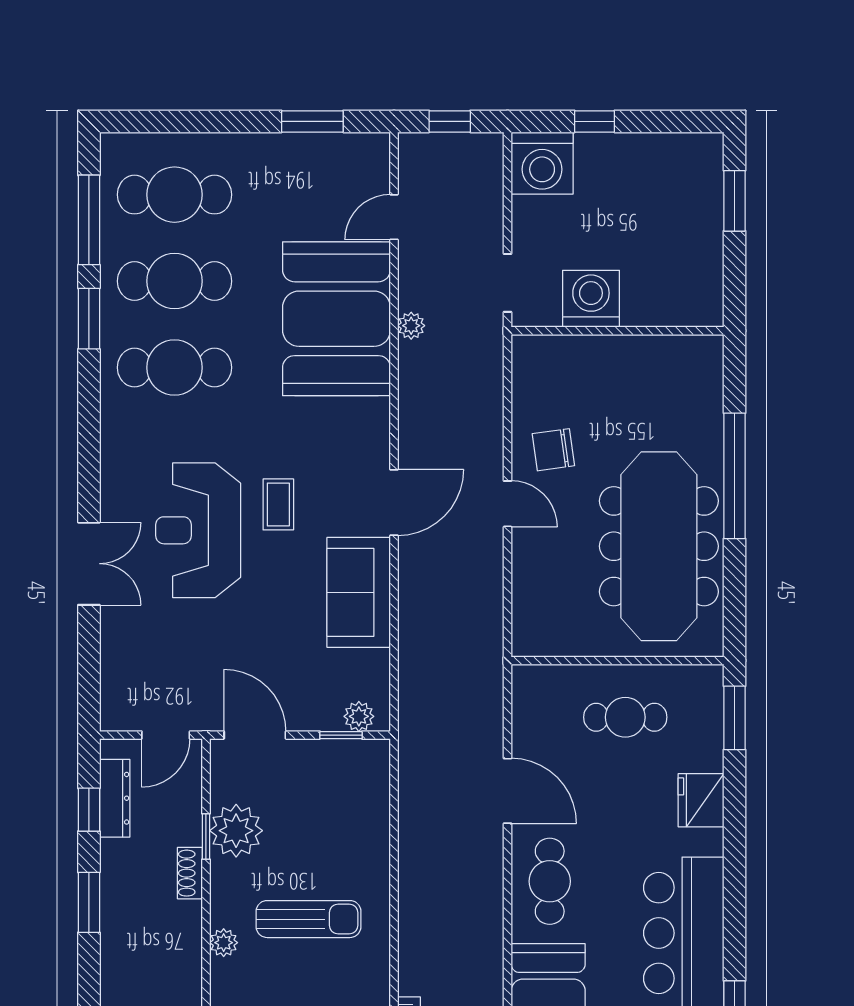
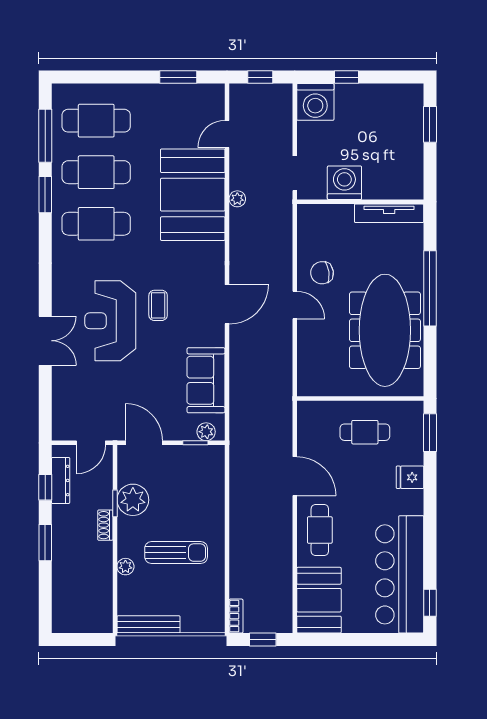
tv unit: (666, 350) -> (389, 213), added
sofa: (359, 592) -> (206, 380), moved
fridge: (701, 800) -> (410, 477), width x0.72

